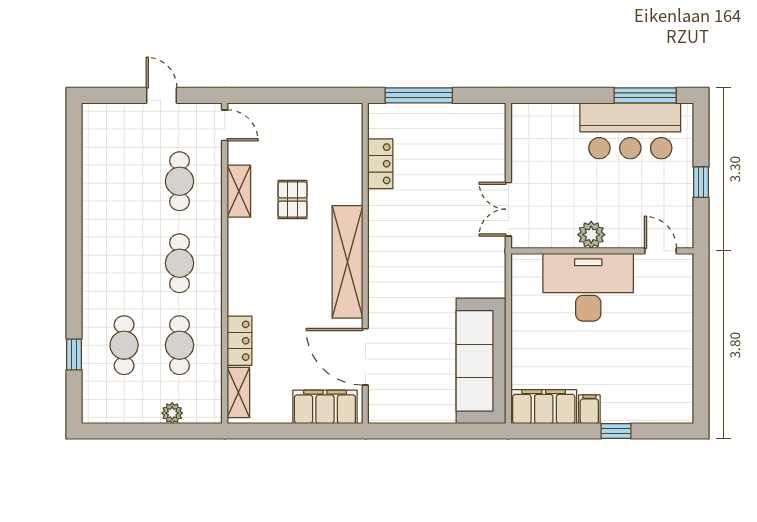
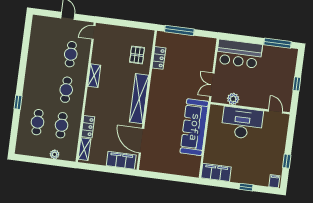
door: (225, 125) -> (93, 32), swing flipped
bar counter: (630, 131) -> (239, 54), moved
shelving: (239, 191) -> (94, 76), moved
pallet: (293, 199) -> (137, 55), moved
plant: (591, 235) -> (233, 99), moved
window: (74, 355) -> (18, 102), moved
window: (701, 360) -> (287, 161), added
sofa: (481, 361) -> (194, 127), moved
filing cabinet: (589, 409) -> (274, 181), moved

